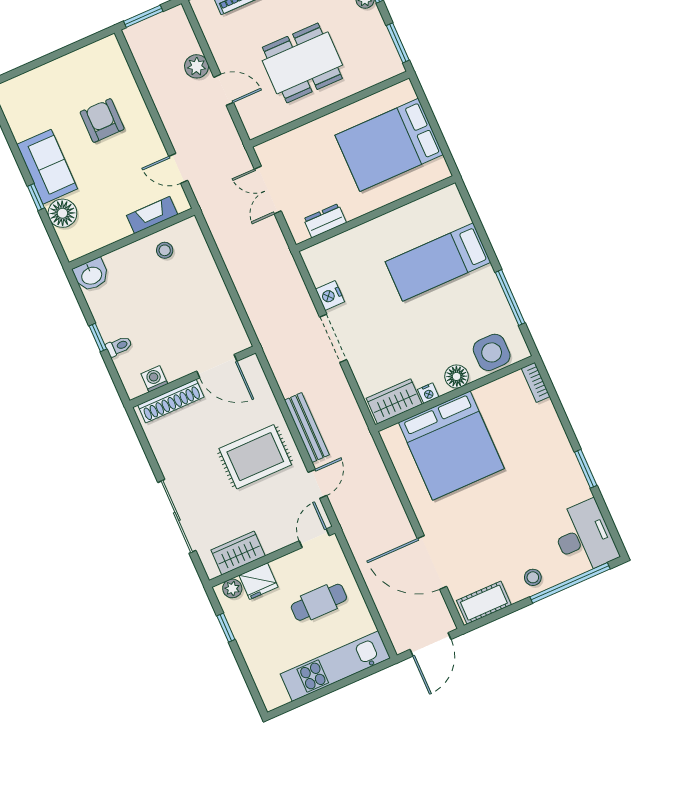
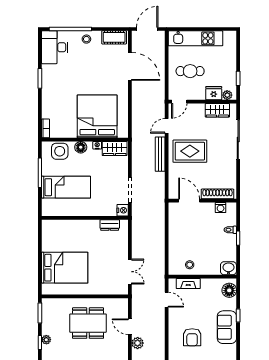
floor lamp: (62, 213) -> (229, 290), moved
wall: (376, 214) -> (85, 218), moved
dresser: (325, 221) -> (110, 225), moved
bed: (438, 262) -> (66, 187), moved

